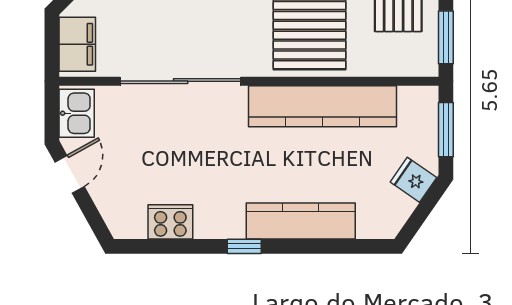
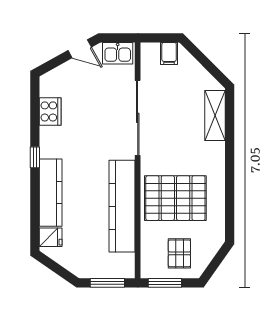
filing cabinet: (77, 44) -> (169, 54), width x0.50
fridge: (413, 180) -> (51, 237), moved, turned 55

